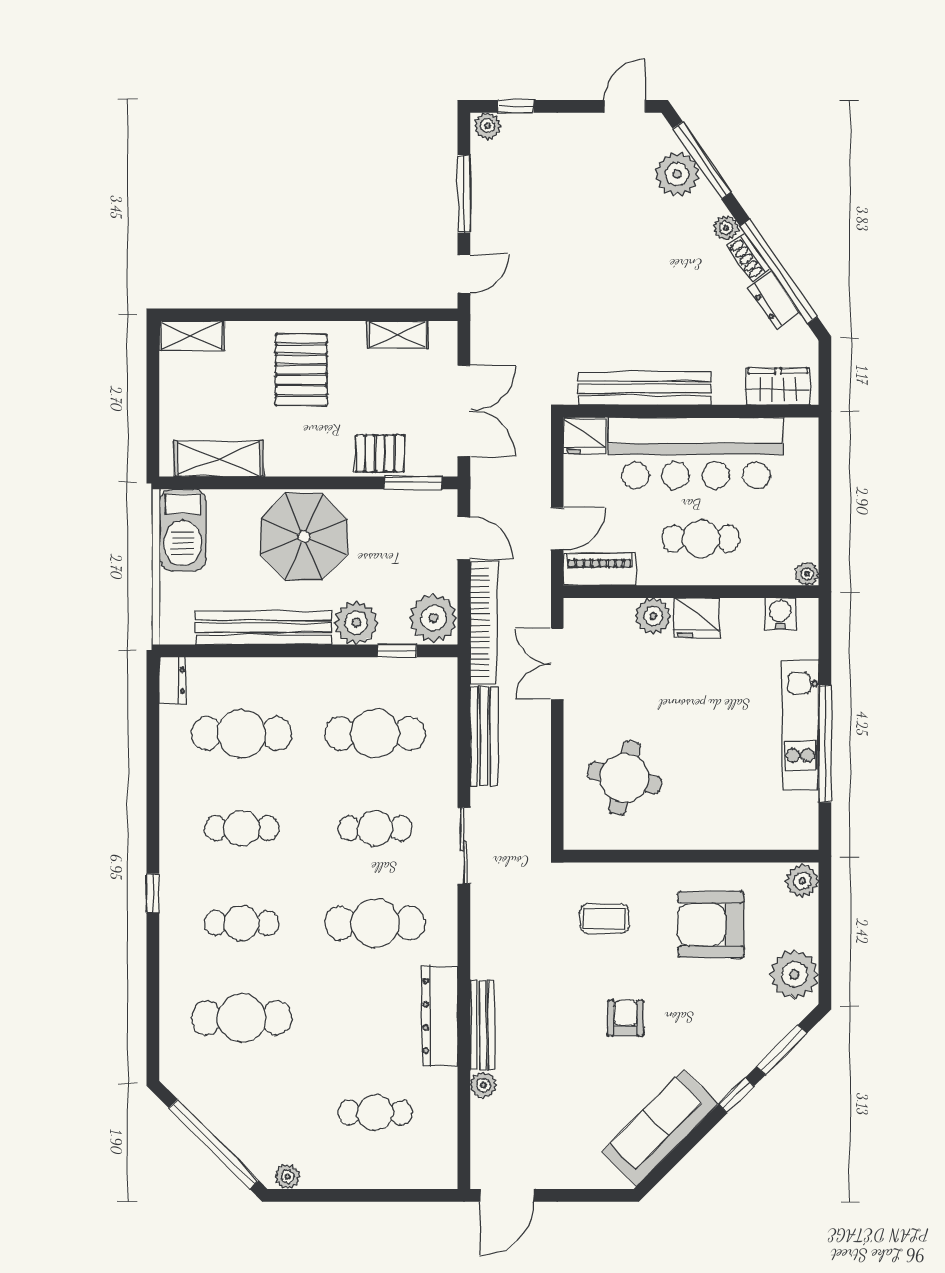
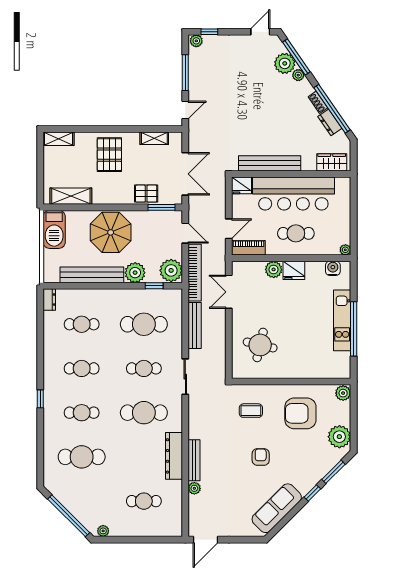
plant: (726, 228) -> (298, 75), moved
cafe table: (242, 733) -> (82, 324), width x0.73, depth x0.74

